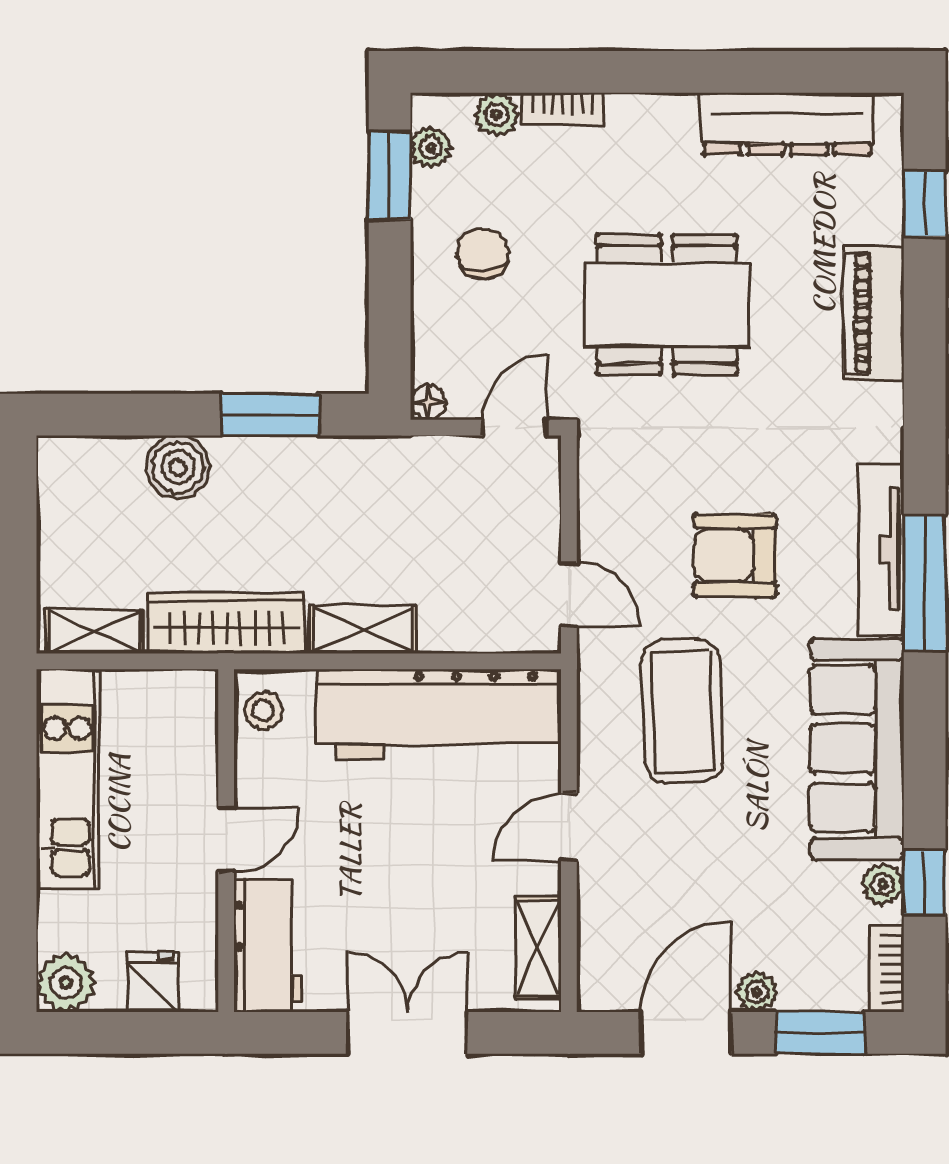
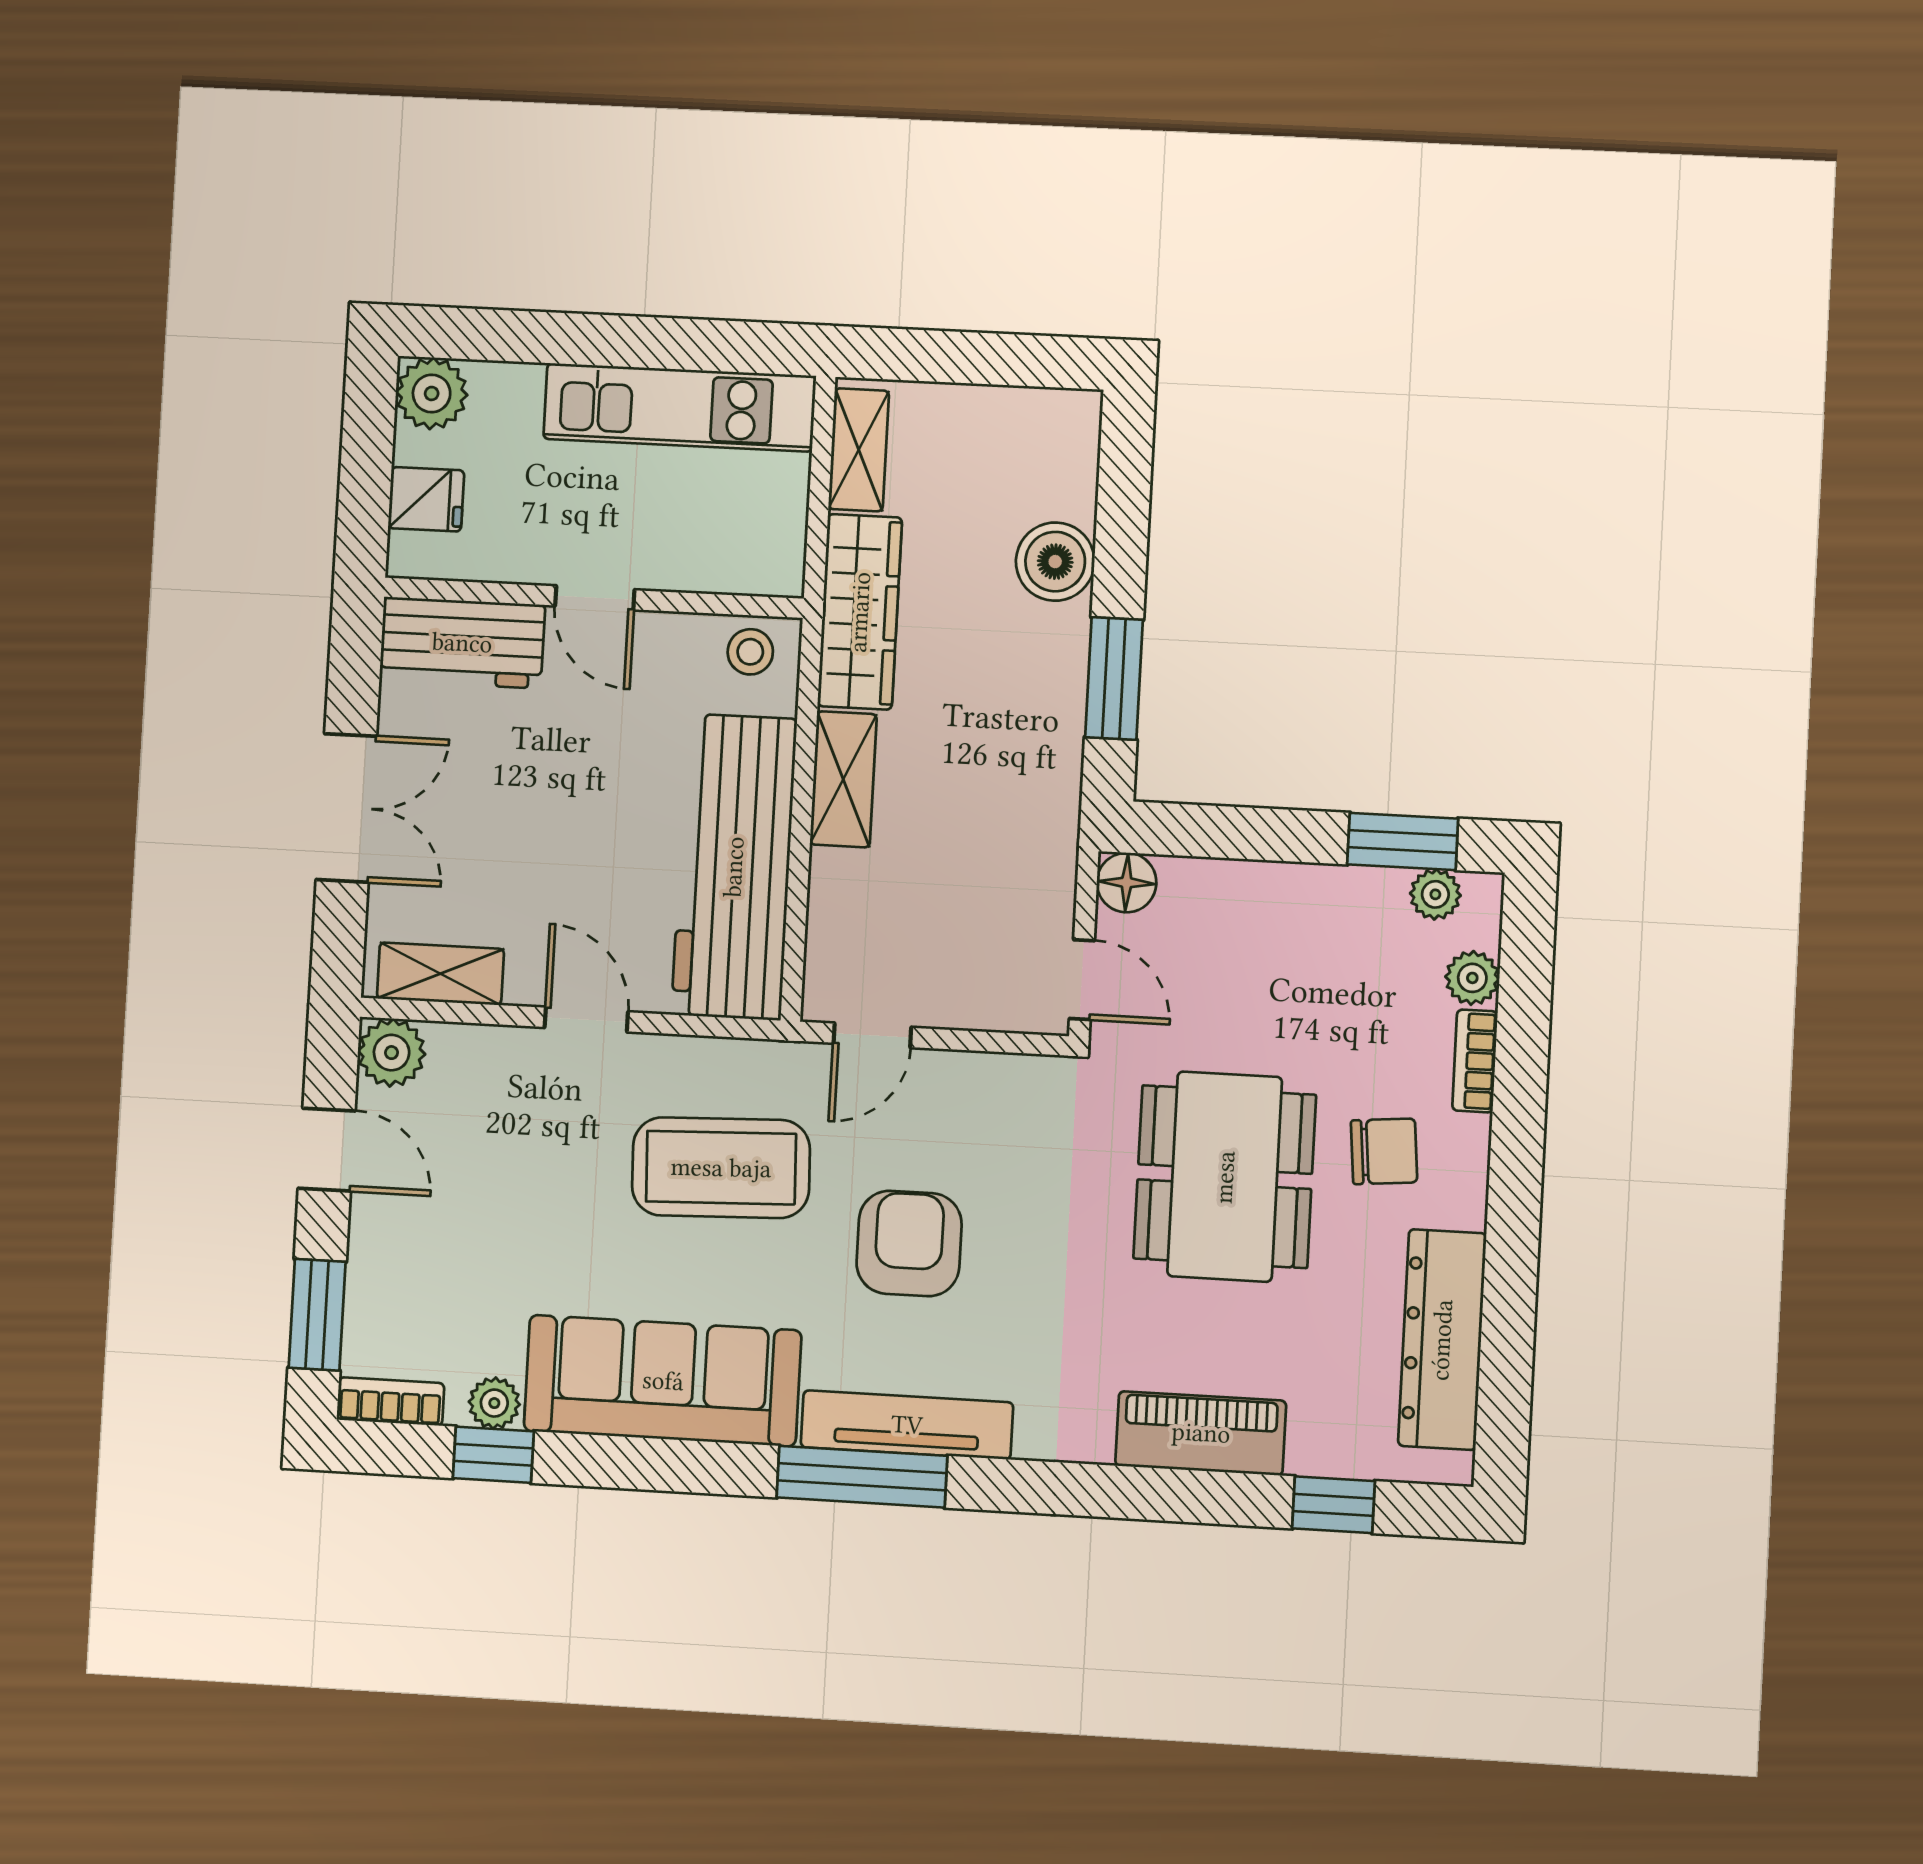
chair: (483, 254) -> (1384, 1151), moved
floor lamp: (428, 402) -> (1127, 883), width x1.37, depth x1.37
plant: (756, 992) -> (392, 1053), moved, width x1.38, depth x1.38
door: (686, 1033) -> (327, 1150), width x0.73

